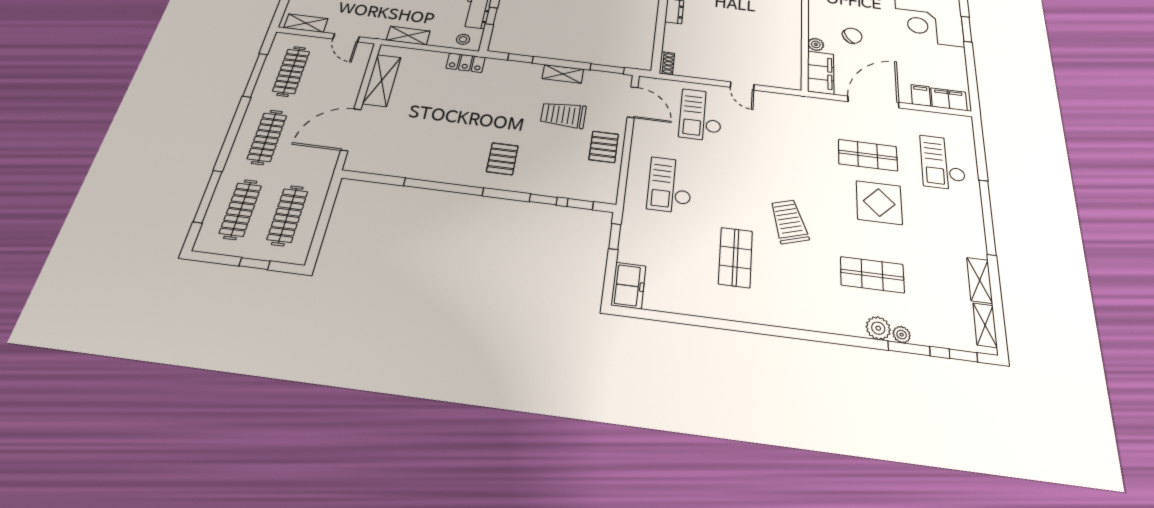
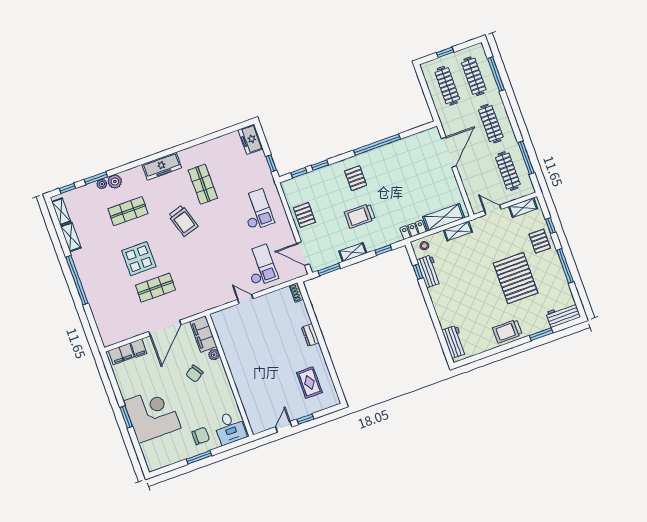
shelving: (382, 80) -> (444, 217), moved, turned 90
trolley: (563, 115) -> (360, 216), moved, turned 180
checkout: (943, 163) -> (112, 305), removed
freezer: (791, 314) -> (162, 166), added

